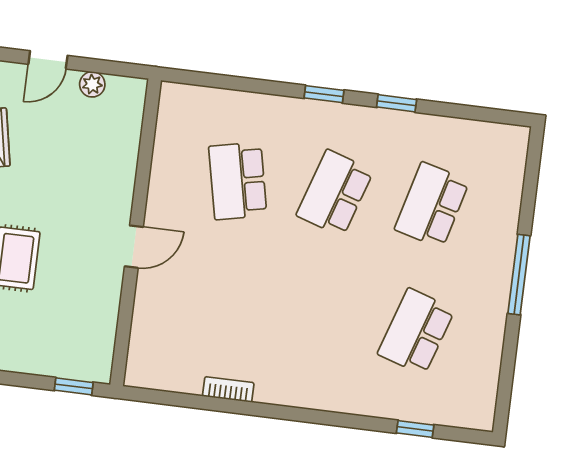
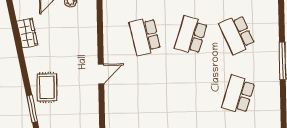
school desk: (432, 205) -> (237, 34), turned -39

